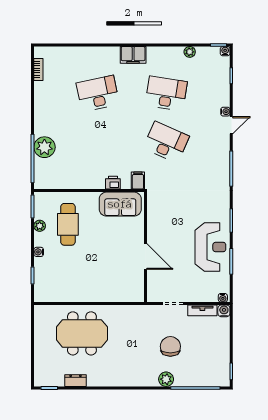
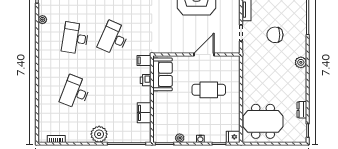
filing cabinet: (133, 55) -> (144, 113), moved, turned 180
desk: (98, 93) -> (75, 92), turned 33
plant: (44, 147) -> (99, 134), moved
cafe table: (68, 224) -> (209, 90), moved
fridge: (41, 294) -> (233, 137), added
meeting table: (82, 333) -> (263, 121), moved, turned 90
plant: (166, 379) -> (301, 62), moved

